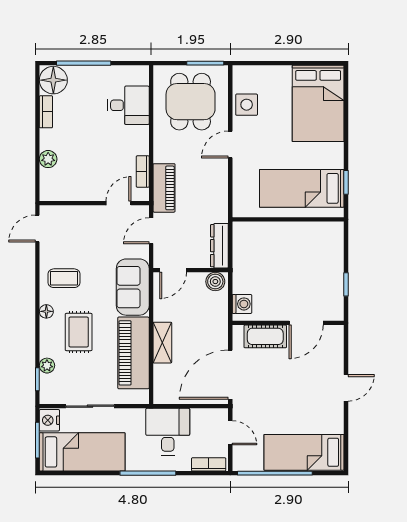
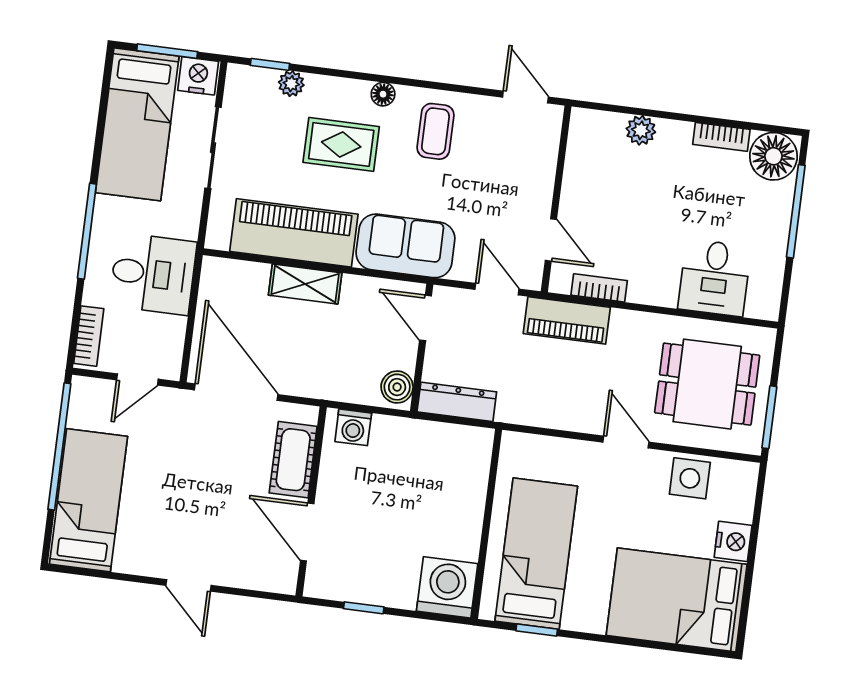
nightstand: (280, 75) -> (733, 541), added
washing machine: (328, 237) -> (447, 587), added

